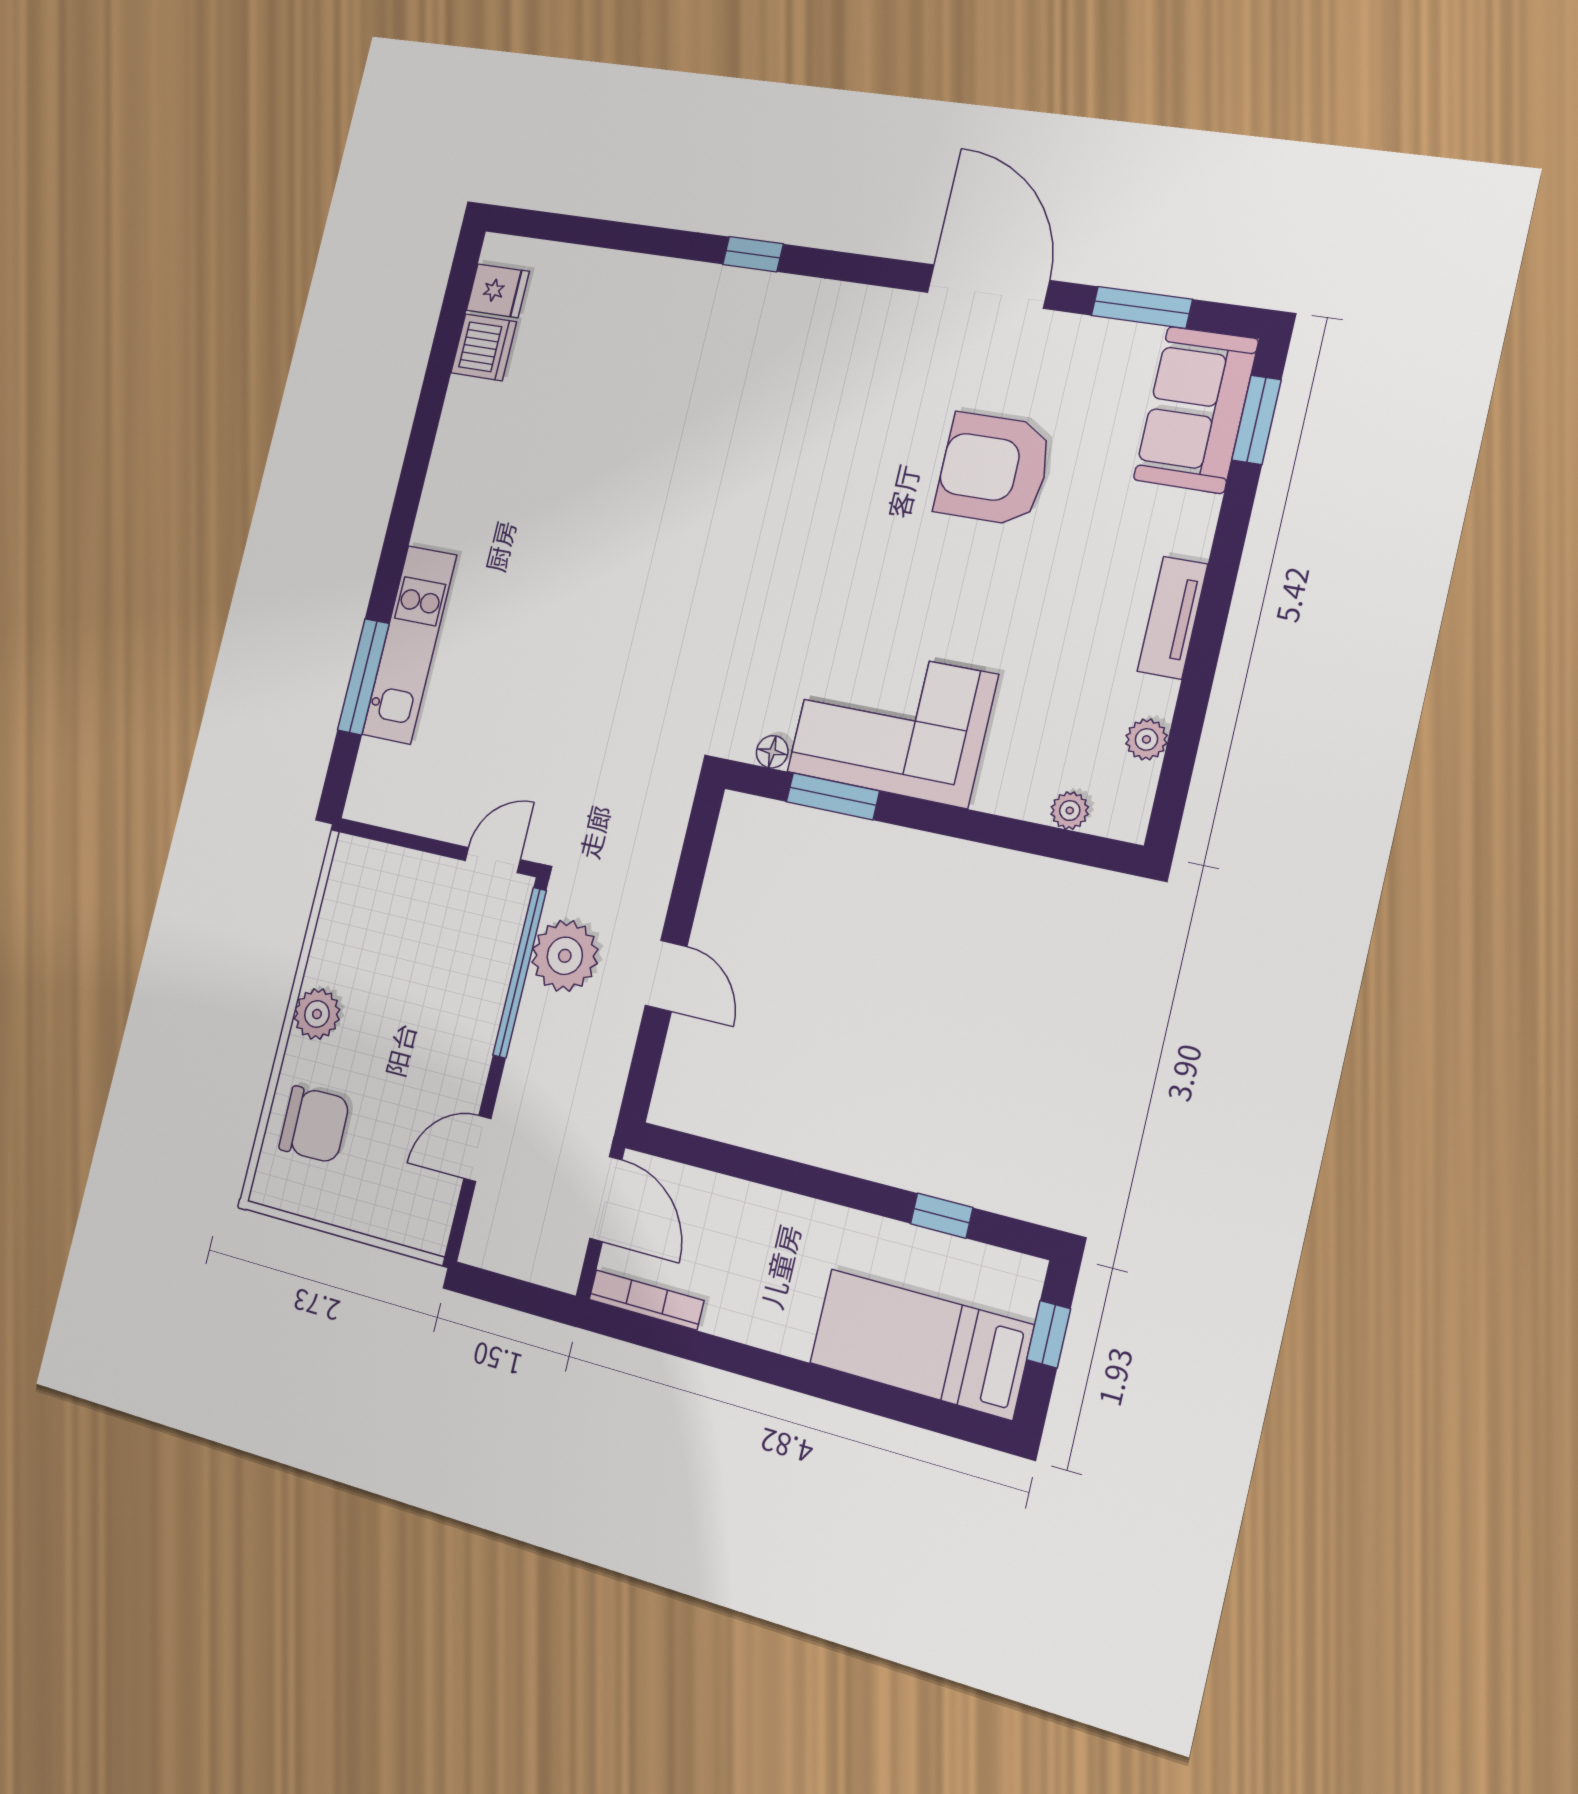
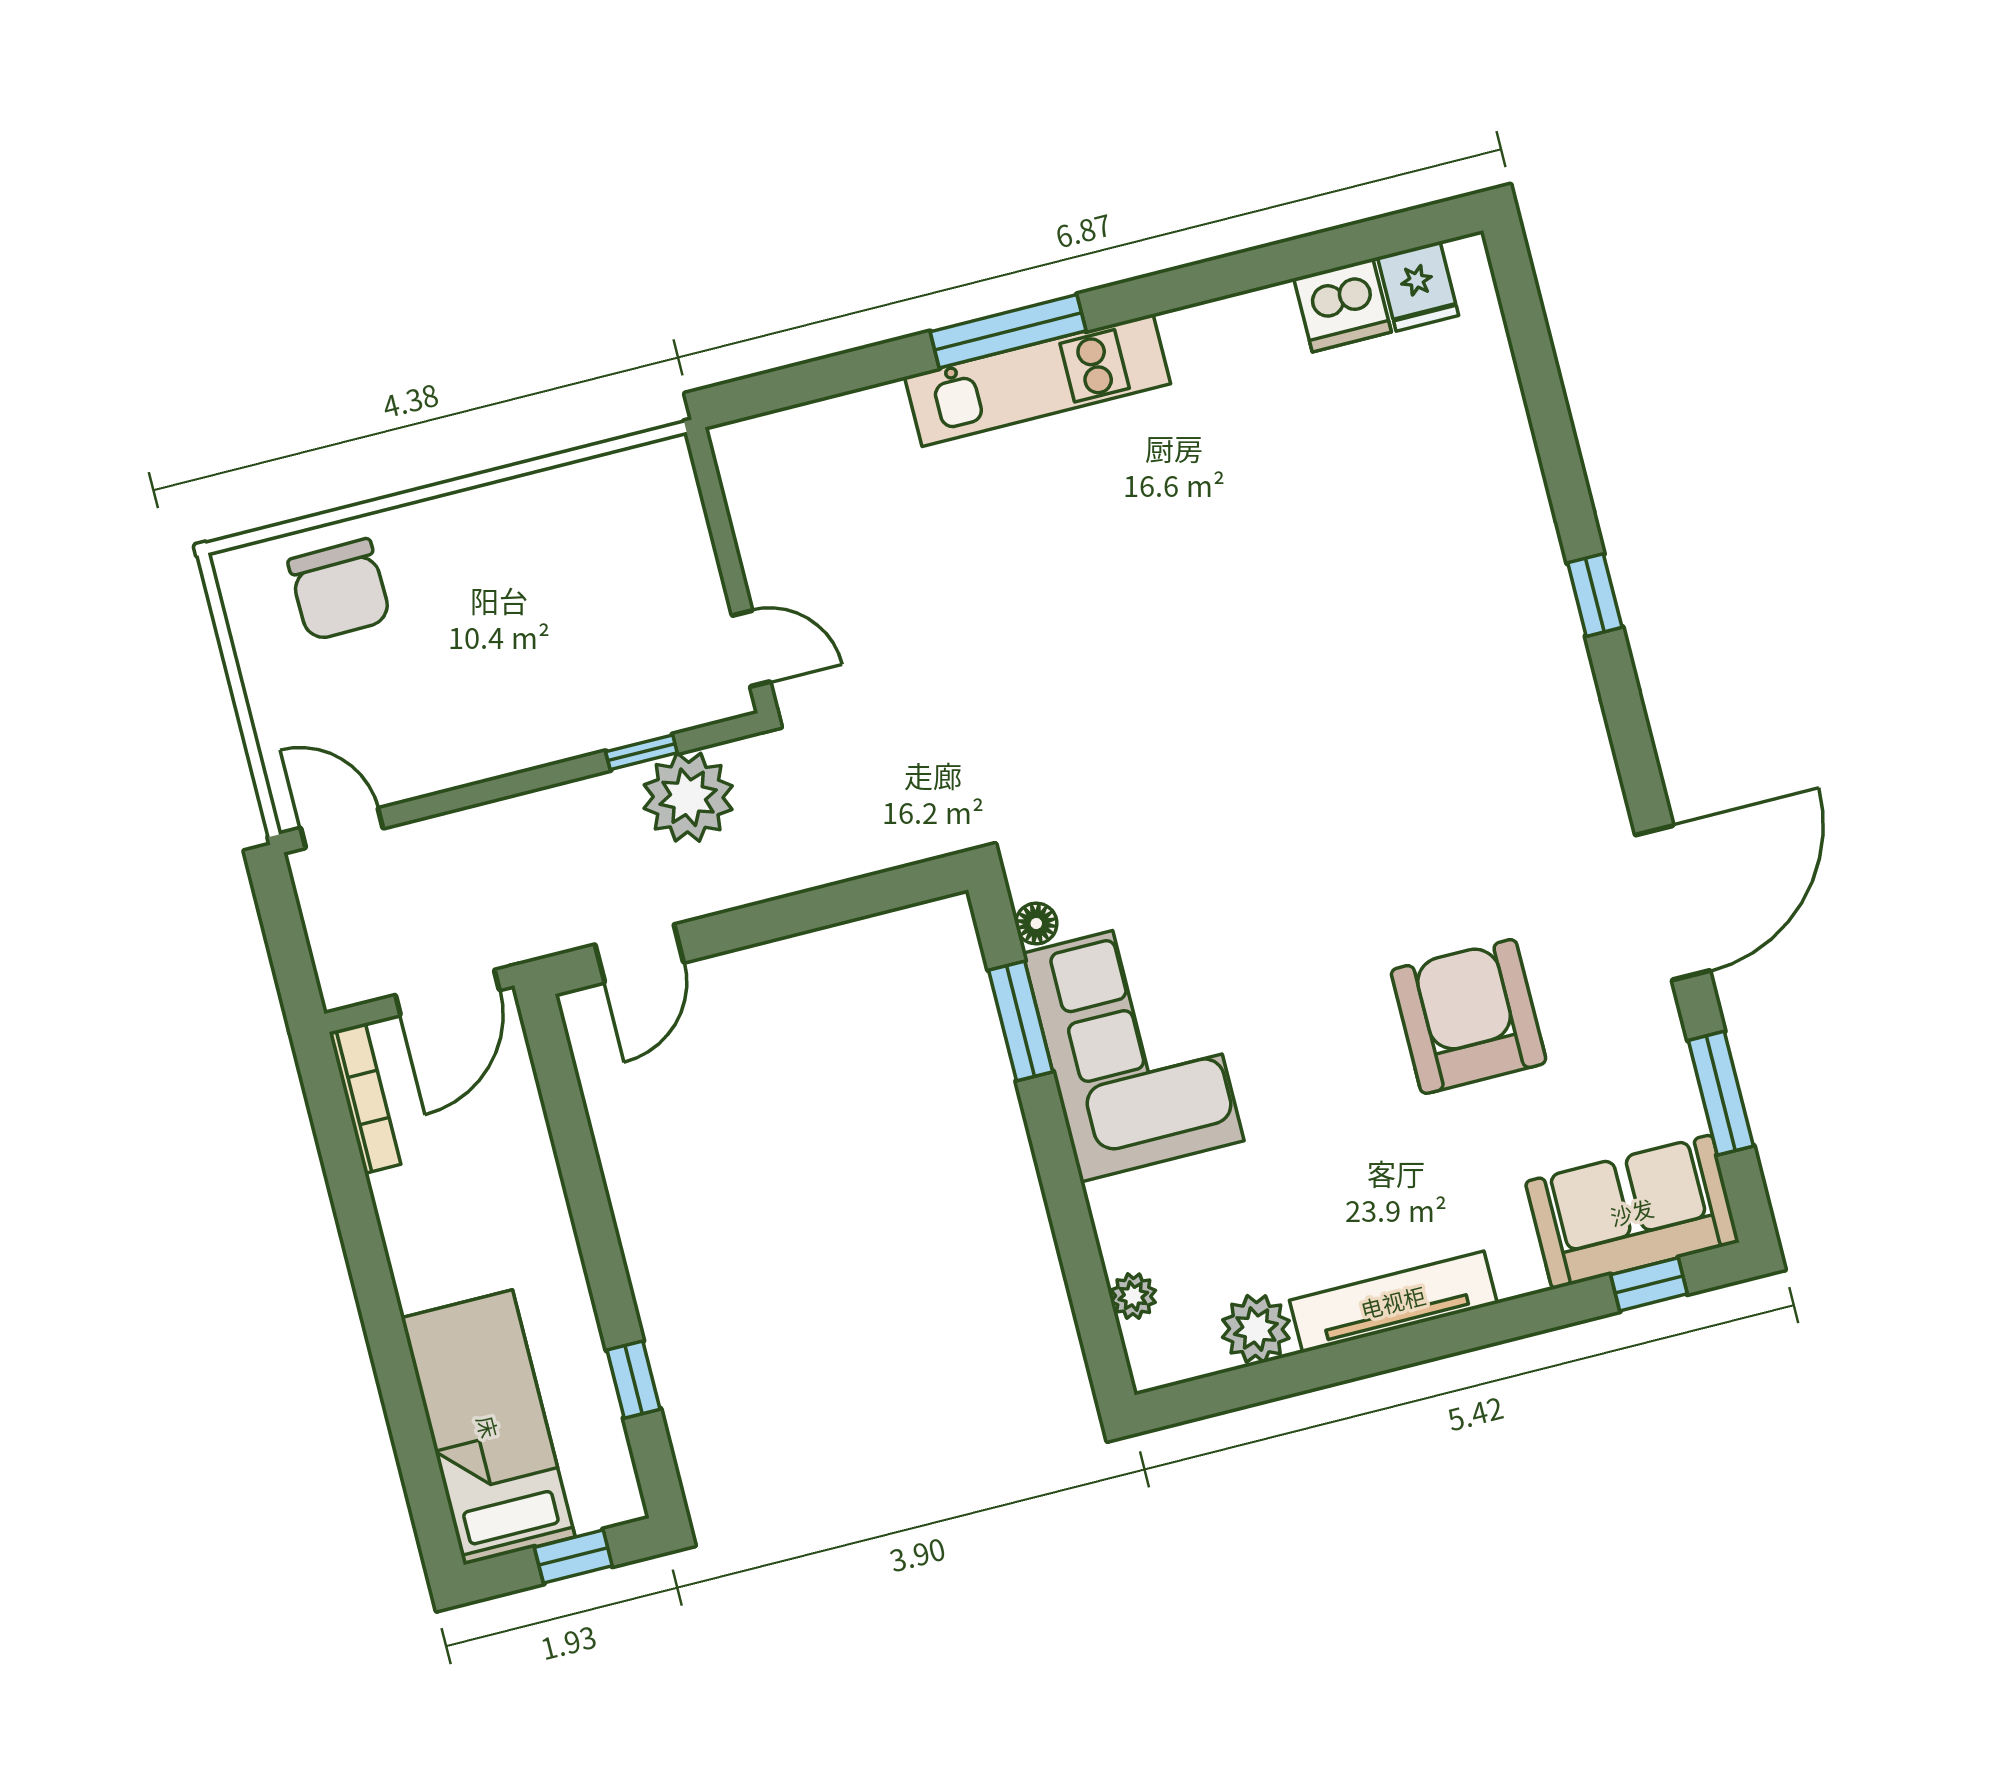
window: (1256, 420) -> (1649, 1284), width x0.67
tv unit: (1173, 618) -> (1393, 1302), width x1.41
kitchen unit: (409, 645) -> (1037, 380), moved
window: (363, 677) -> (1008, 331), moved
plant: (1146, 739) -> (1256, 1329), width x1.38, depth x1.38
window: (520, 973) -> (641, 752), width x0.32
door: (666, 976) -> (639, 954), moved
plant: (317, 1014) -> (465, 522), removed
door: (477, 1149) -> (342, 828), moved

